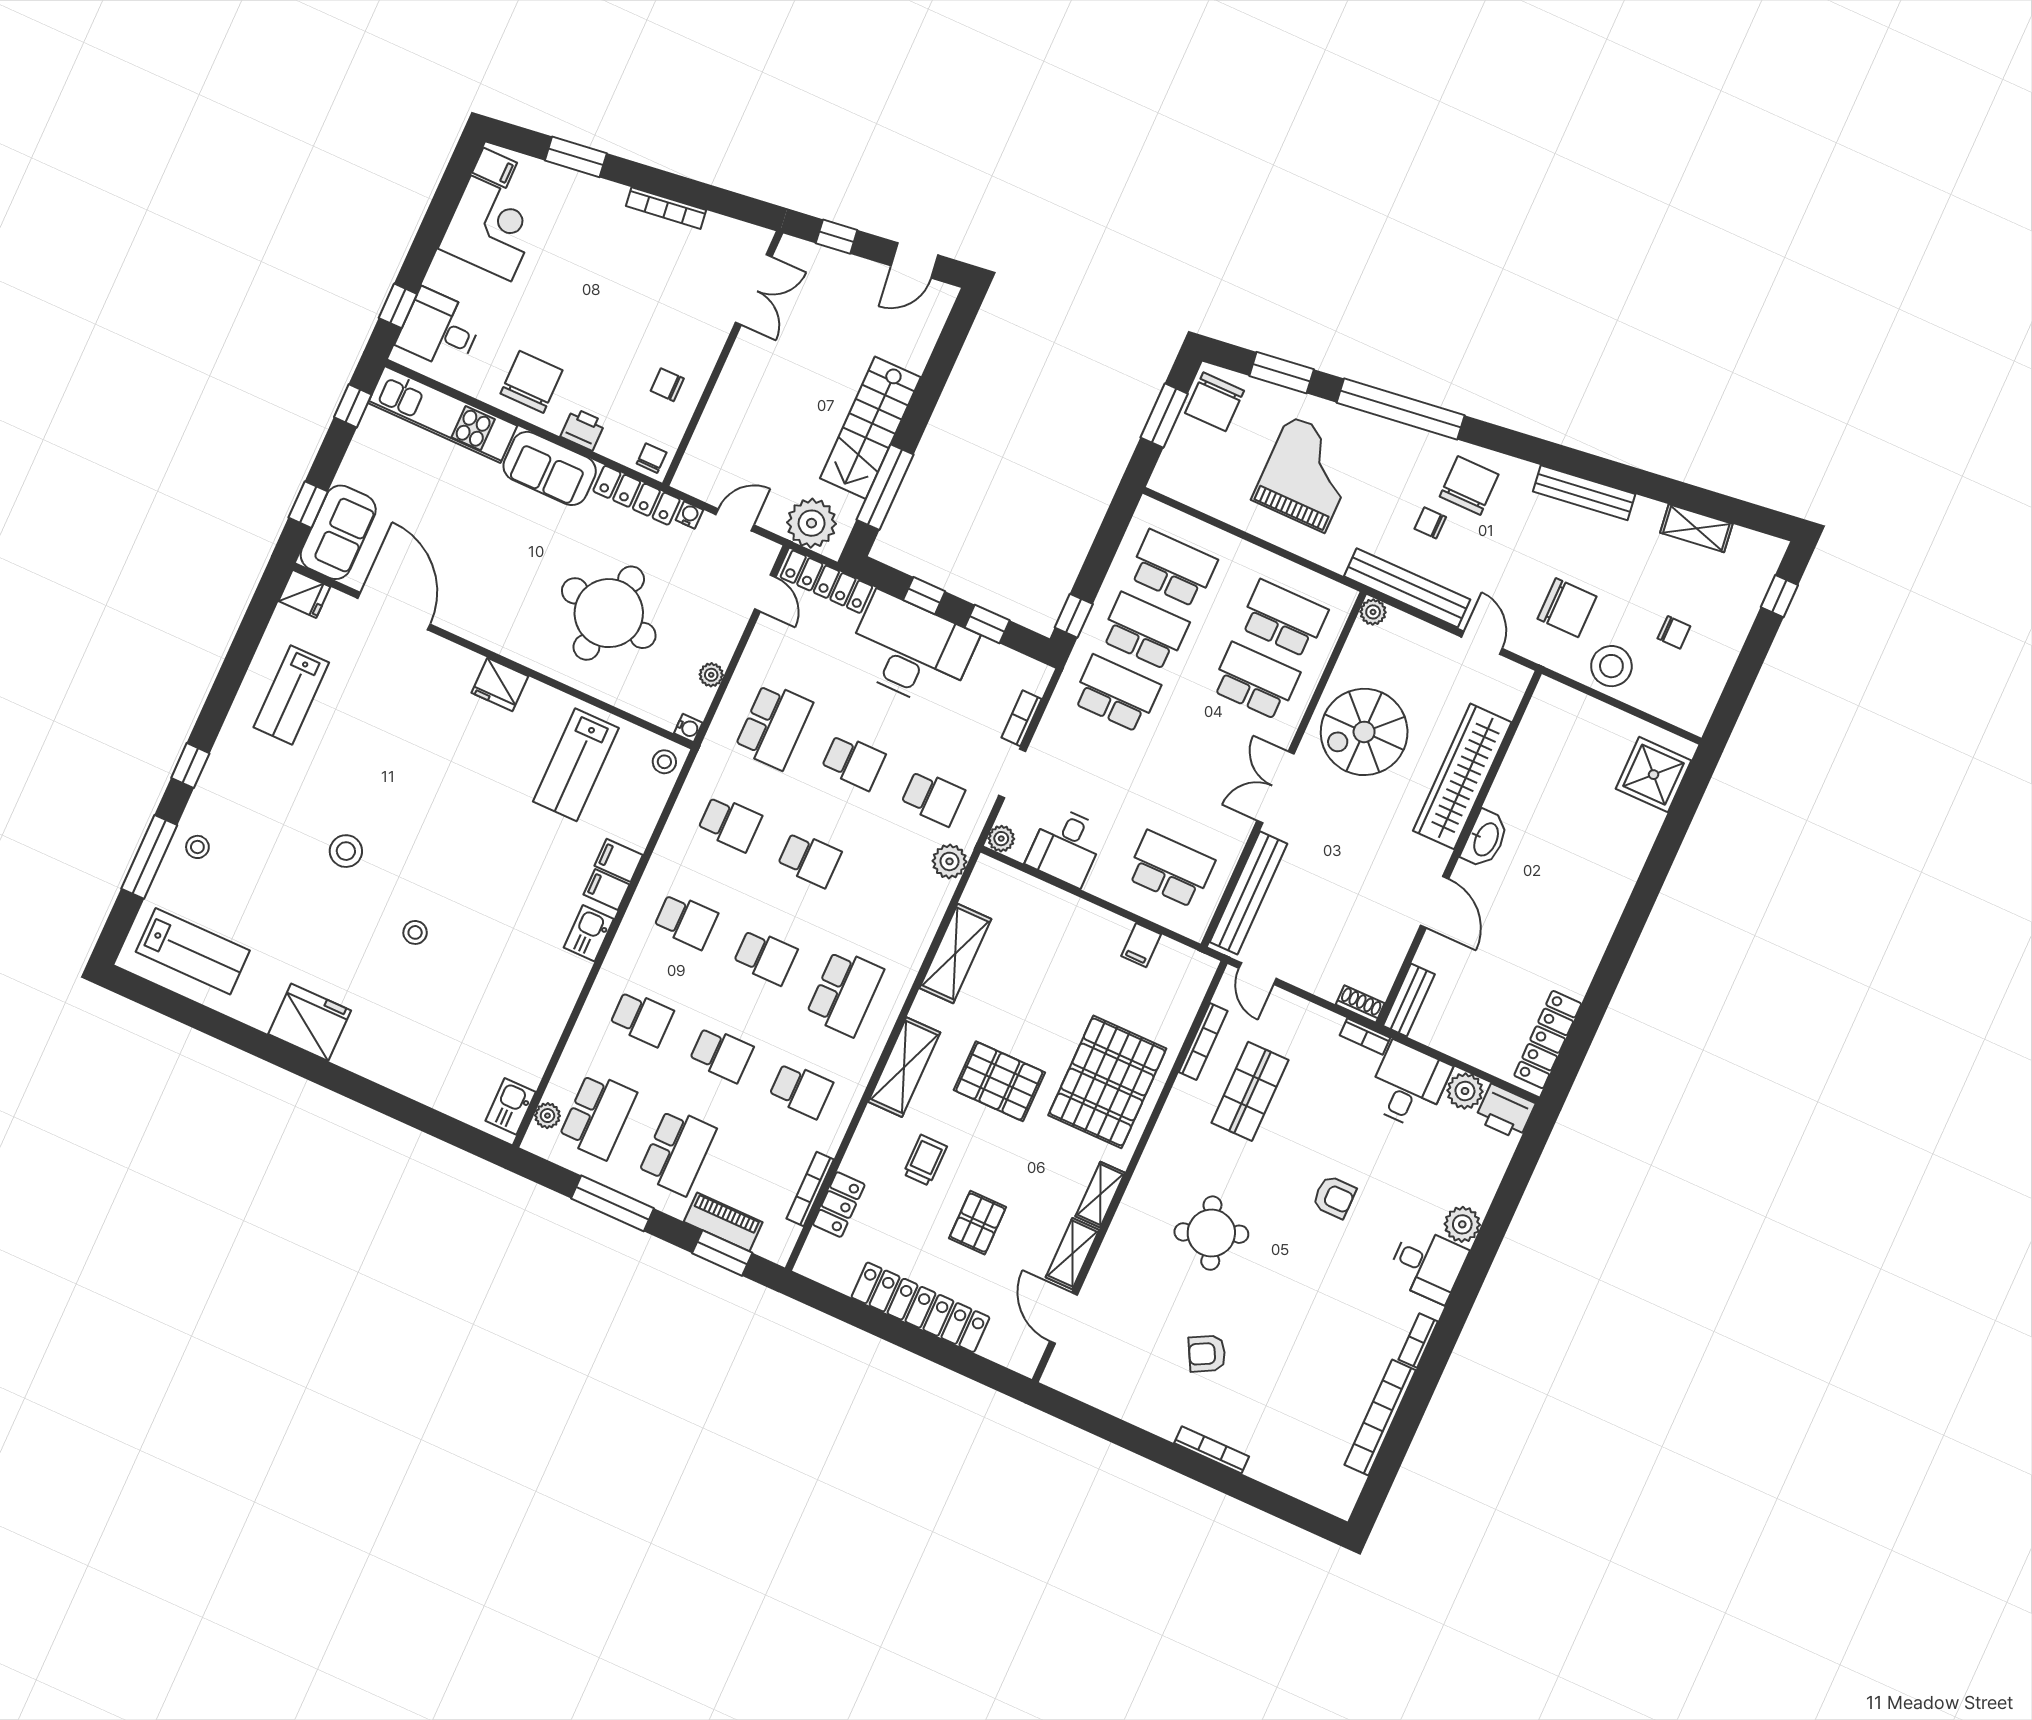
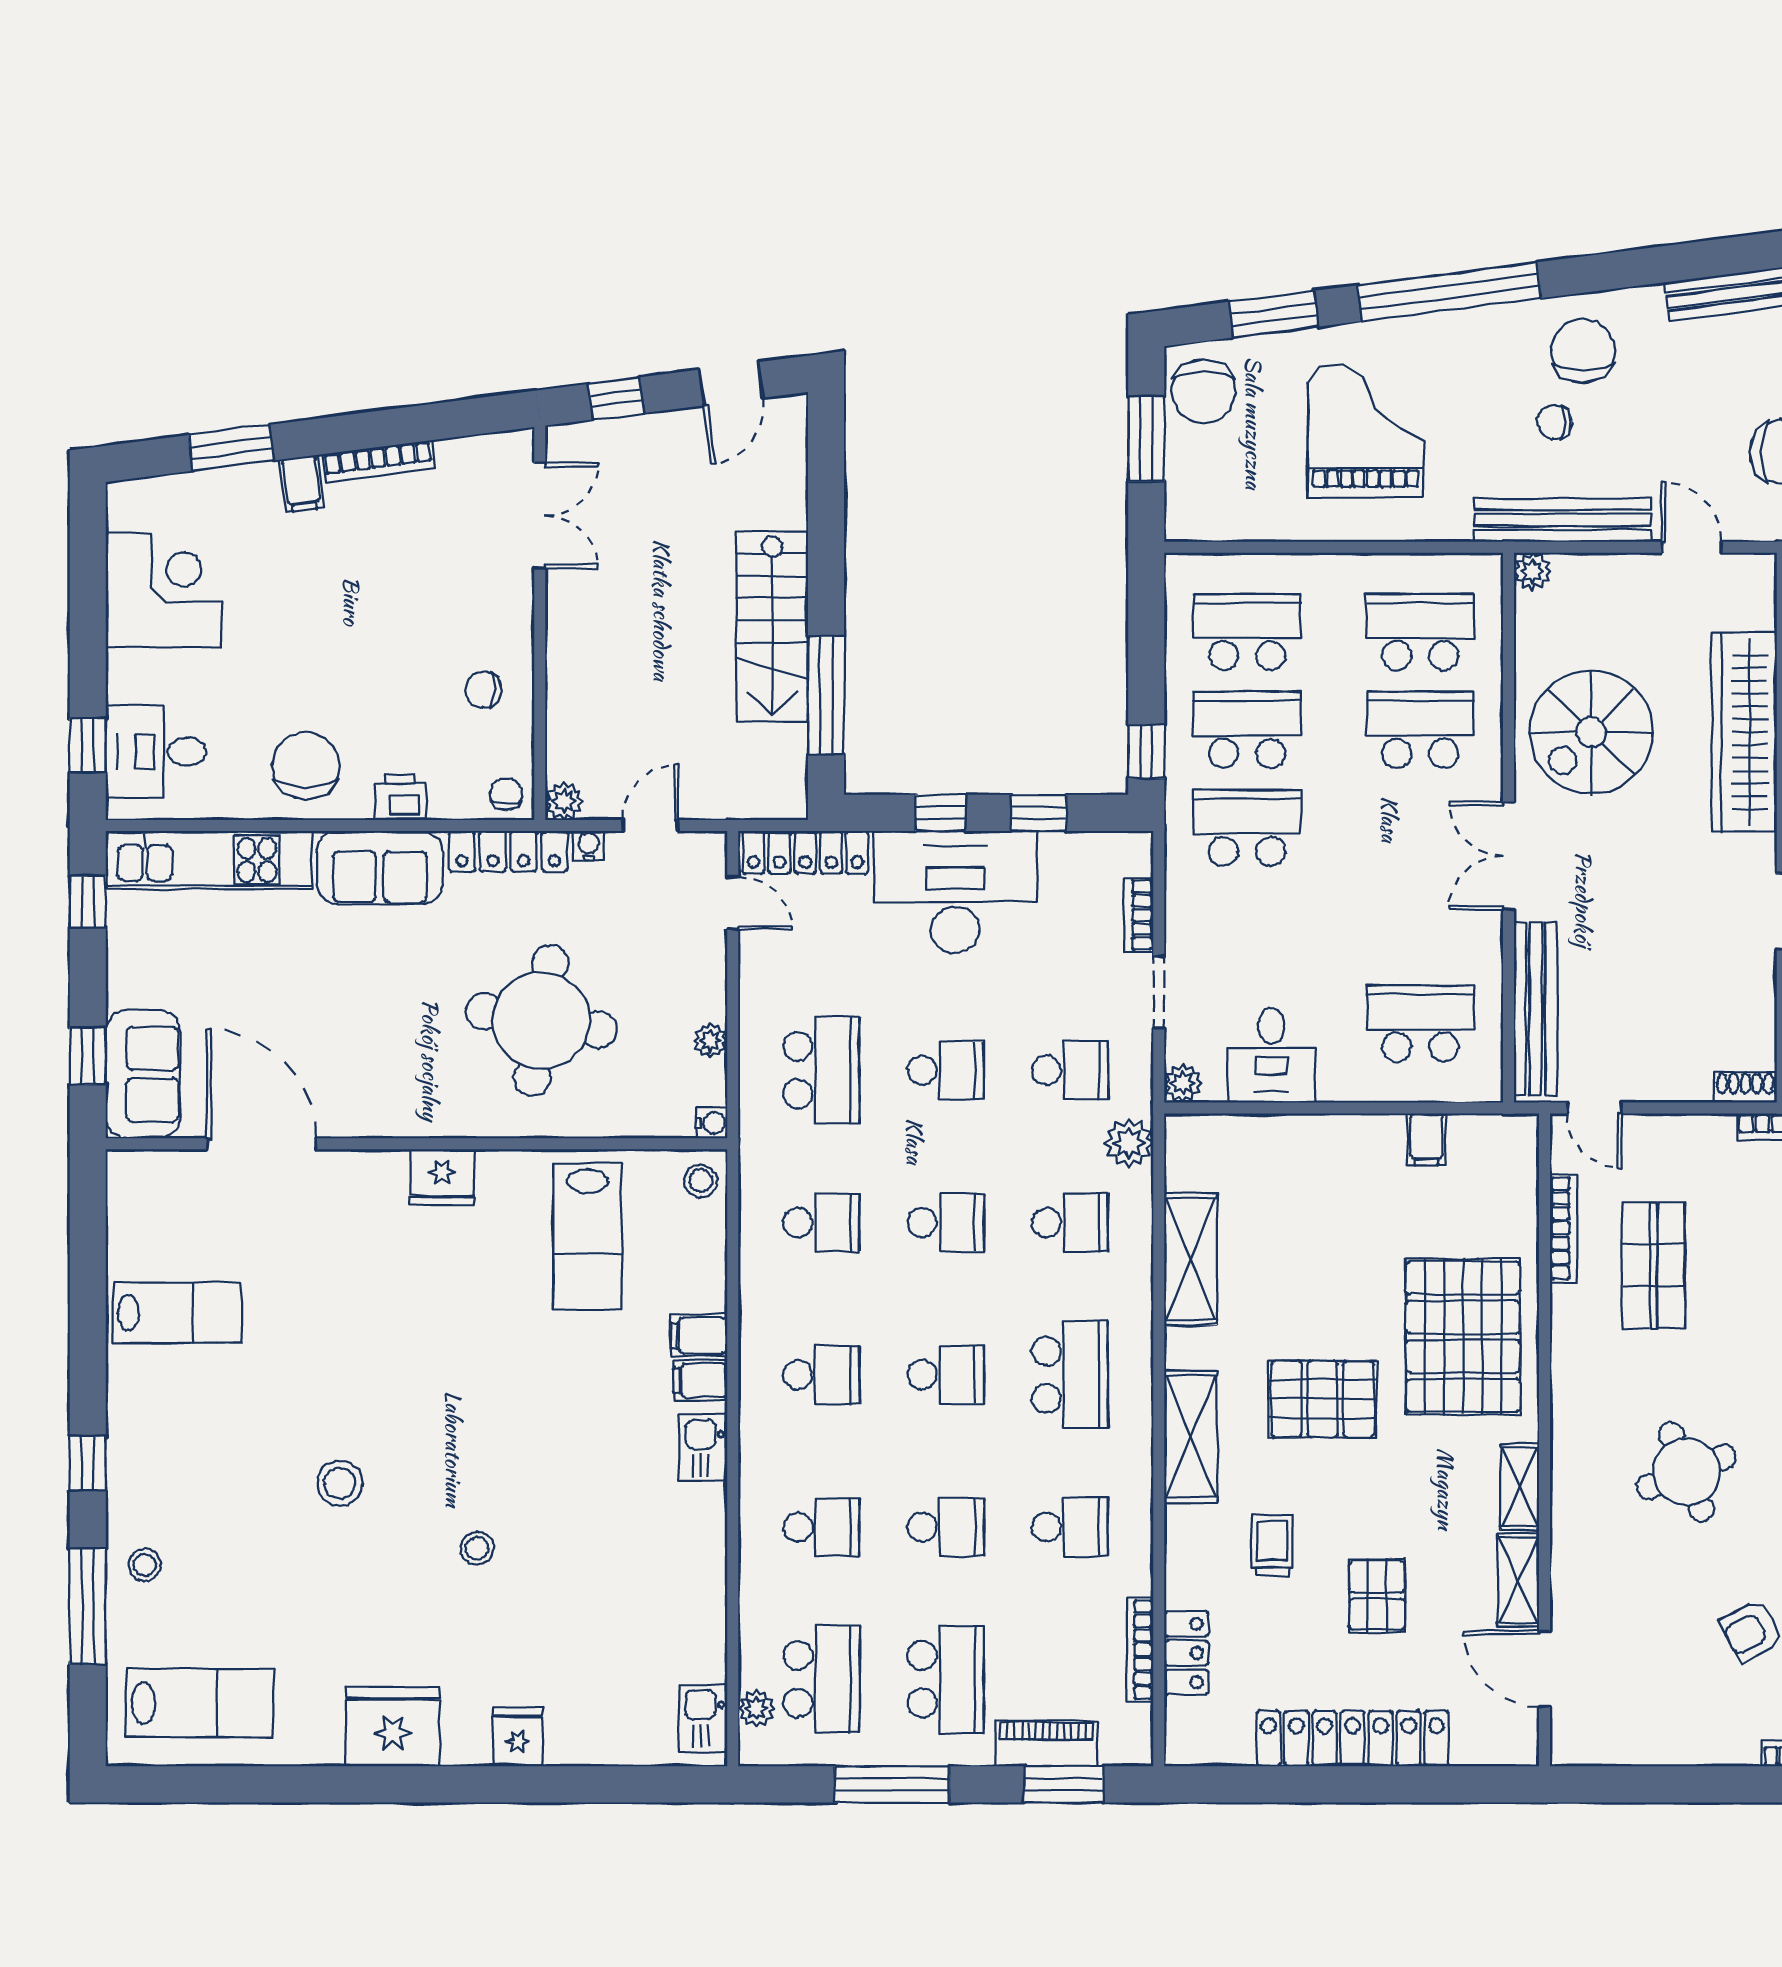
filing cabinet: (495, 168) -> (302, 484), moved, turned 83
plant: (812, 523) -> (564, 801), moved, width x0.53, depth x0.53
fridge: (304, 594) -> (518, 1737), moved, turned -90
lab bench: (291, 695) -> (177, 1313), turned -90
school desk: (889, 895) -> (1070, 1222), added

